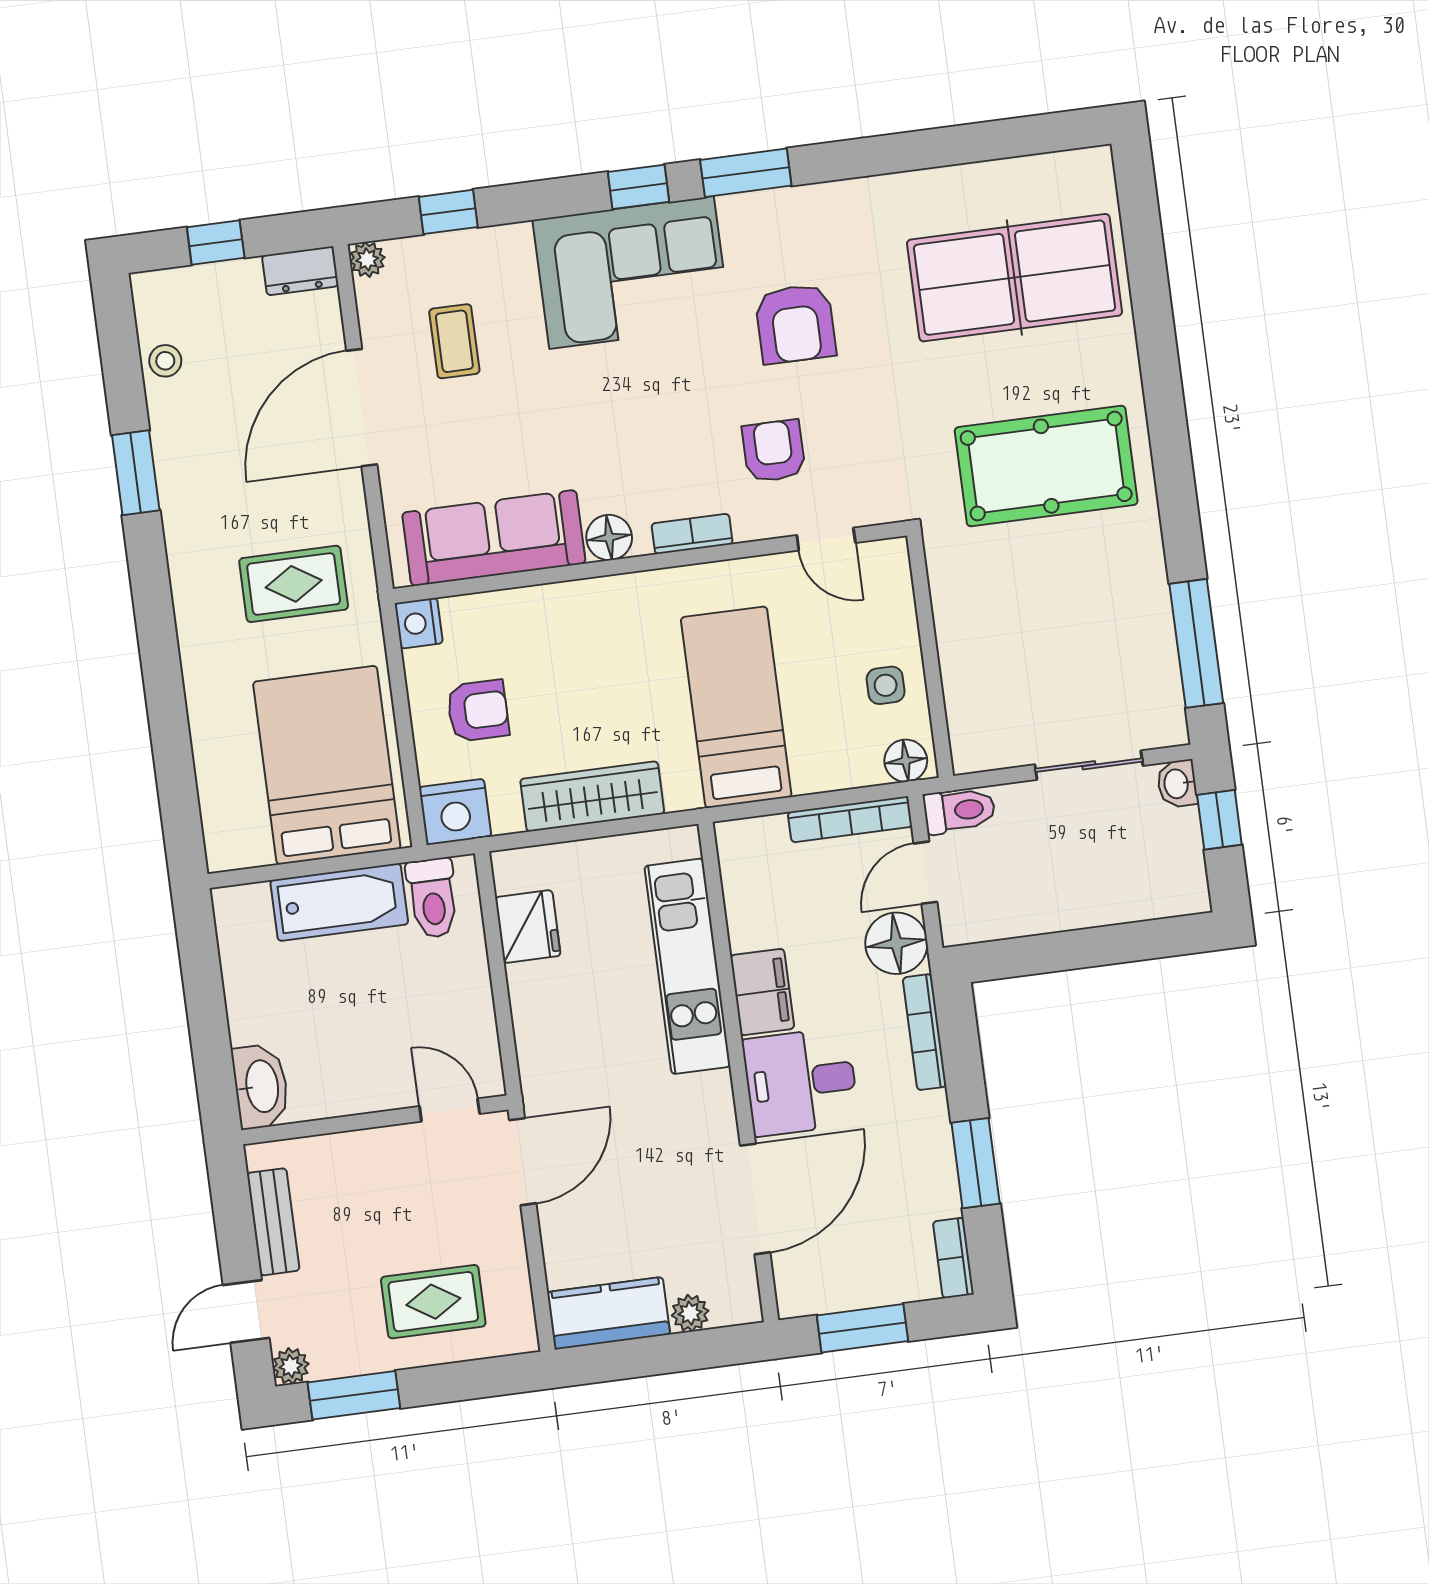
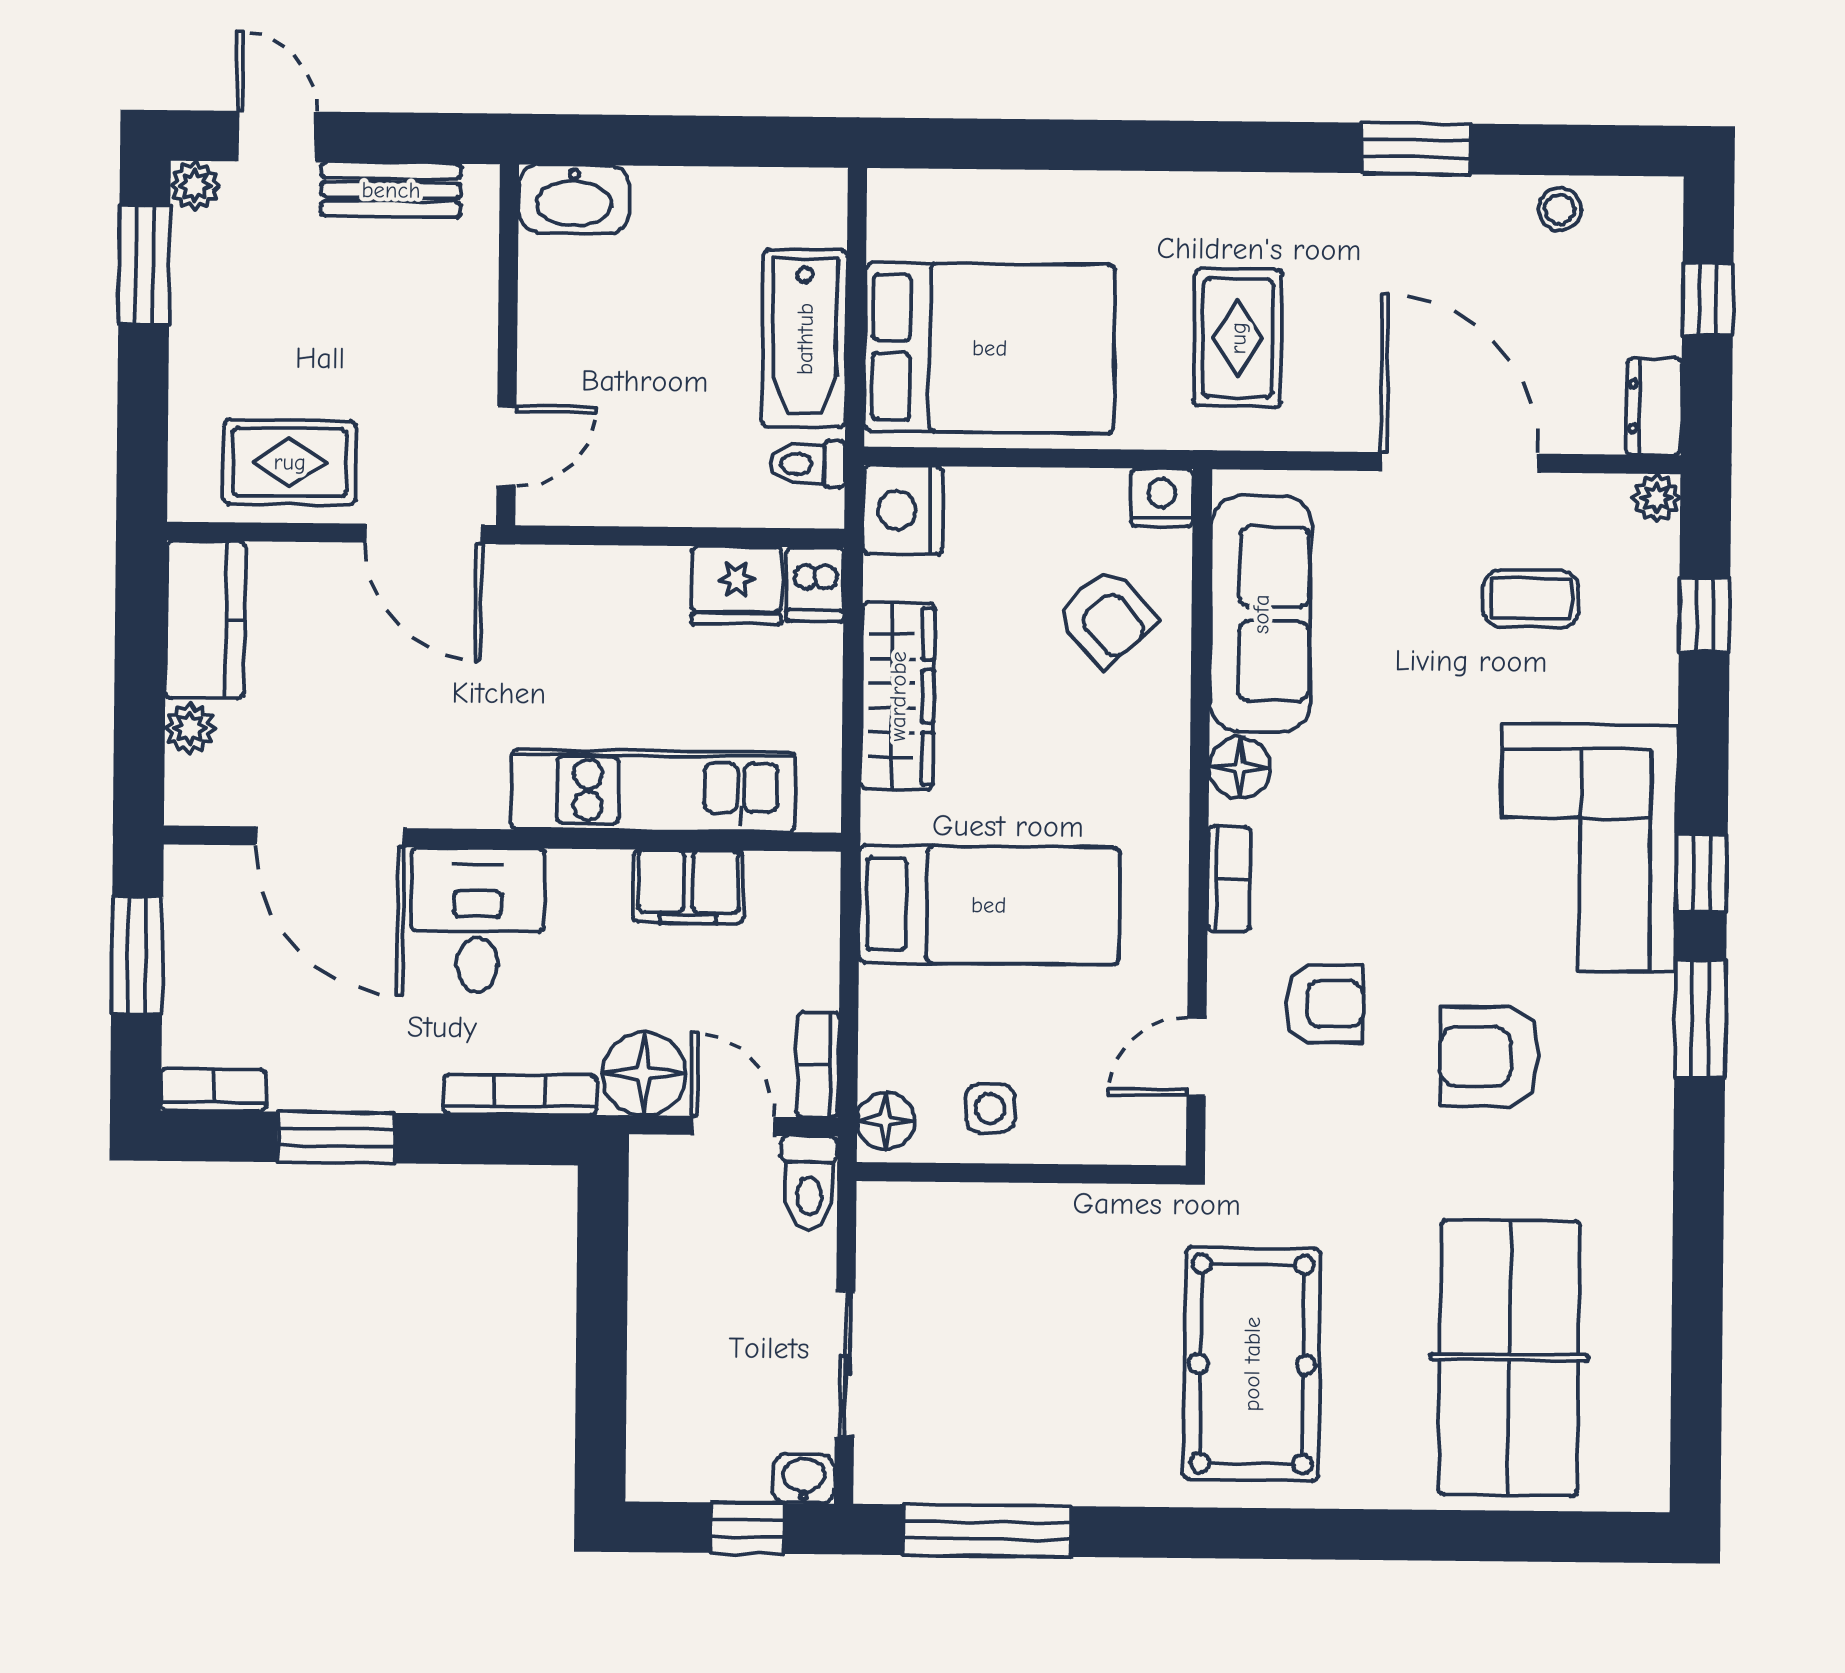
armchair: (478, 711) -> (1106, 617), moved, turned -43
bookcase: (850, 819) -> (818, 1065), width x0.64
dishwasher: (519, 869) -> (815, 584), added
toilet: (433, 898) -> (807, 464), width x0.73, depth x0.72
filing cabinet: (762, 992) -> (688, 886), moved
rug: (433, 1302) -> (290, 462), moved, turned 90

